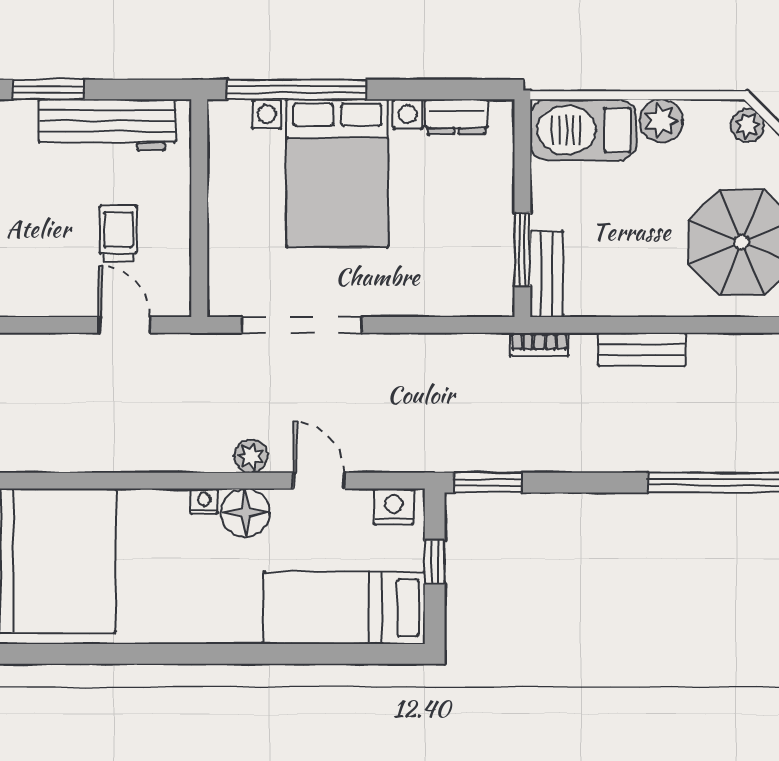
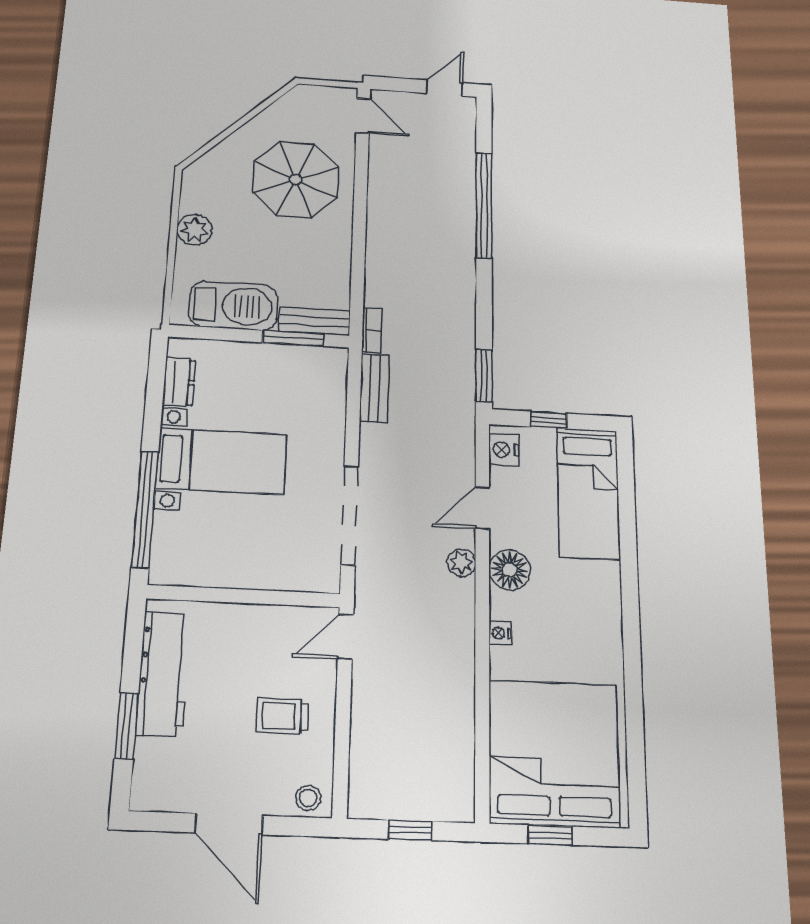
plant: (748, 126) -> (203, 169), removed
barbecue: (583, 130) -> (233, 306), moved, turned -90
bed with nightstands: (337, 173) -> (222, 461), width x0.73
trolley: (118, 234) -> (282, 716), moved
door: (125, 325) -> (346, 637), moved
bench: (642, 349) -> (374, 388), moved
nightstand: (204, 501) -> (500, 633), moved

